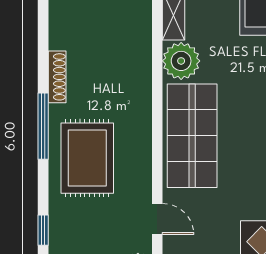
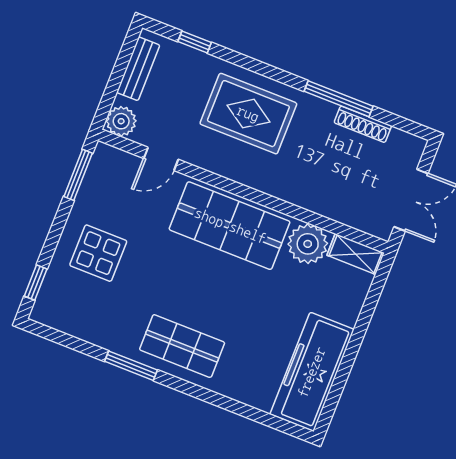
shoe rack: (57, 77) -> (363, 124), moved
window: (43, 126) -> (339, 99), moved

